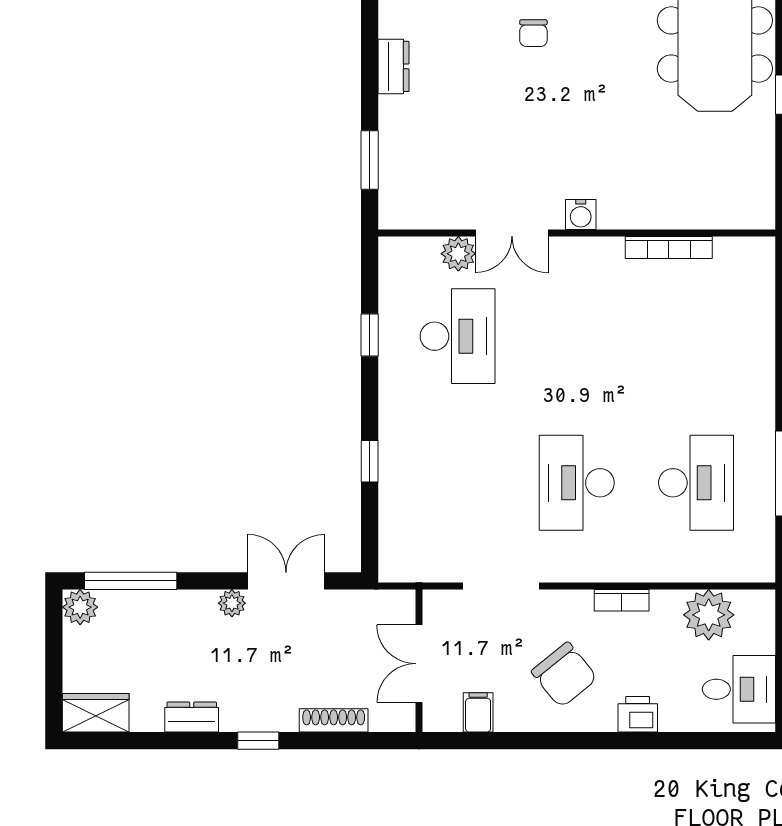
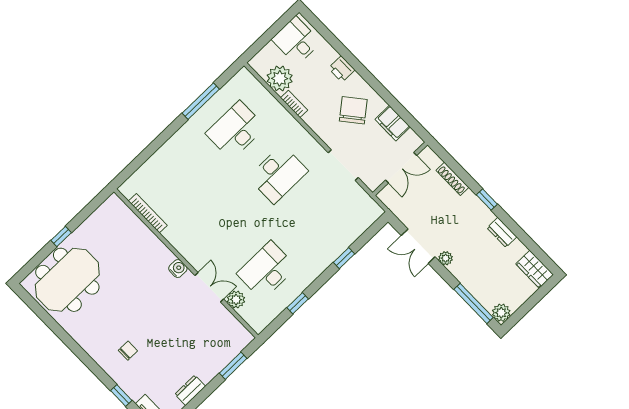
bookcase: (669, 247) -> (148, 213), moved
bookcase: (622, 600) -> (294, 104), moved
filing cabinet: (478, 712) -> (393, 123), width x2.00

